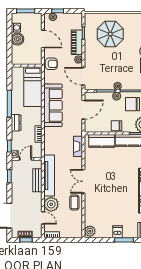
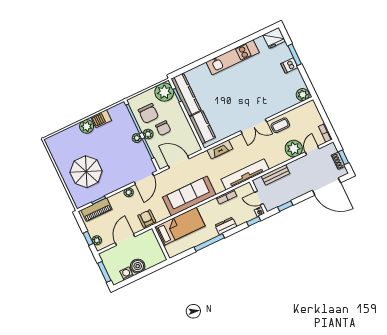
piano: (77, 42) -> (96, 210), moved
chair: (117, 126) -> (163, 128), moved
tv unit: (49, 176) -> (245, 174), moved

